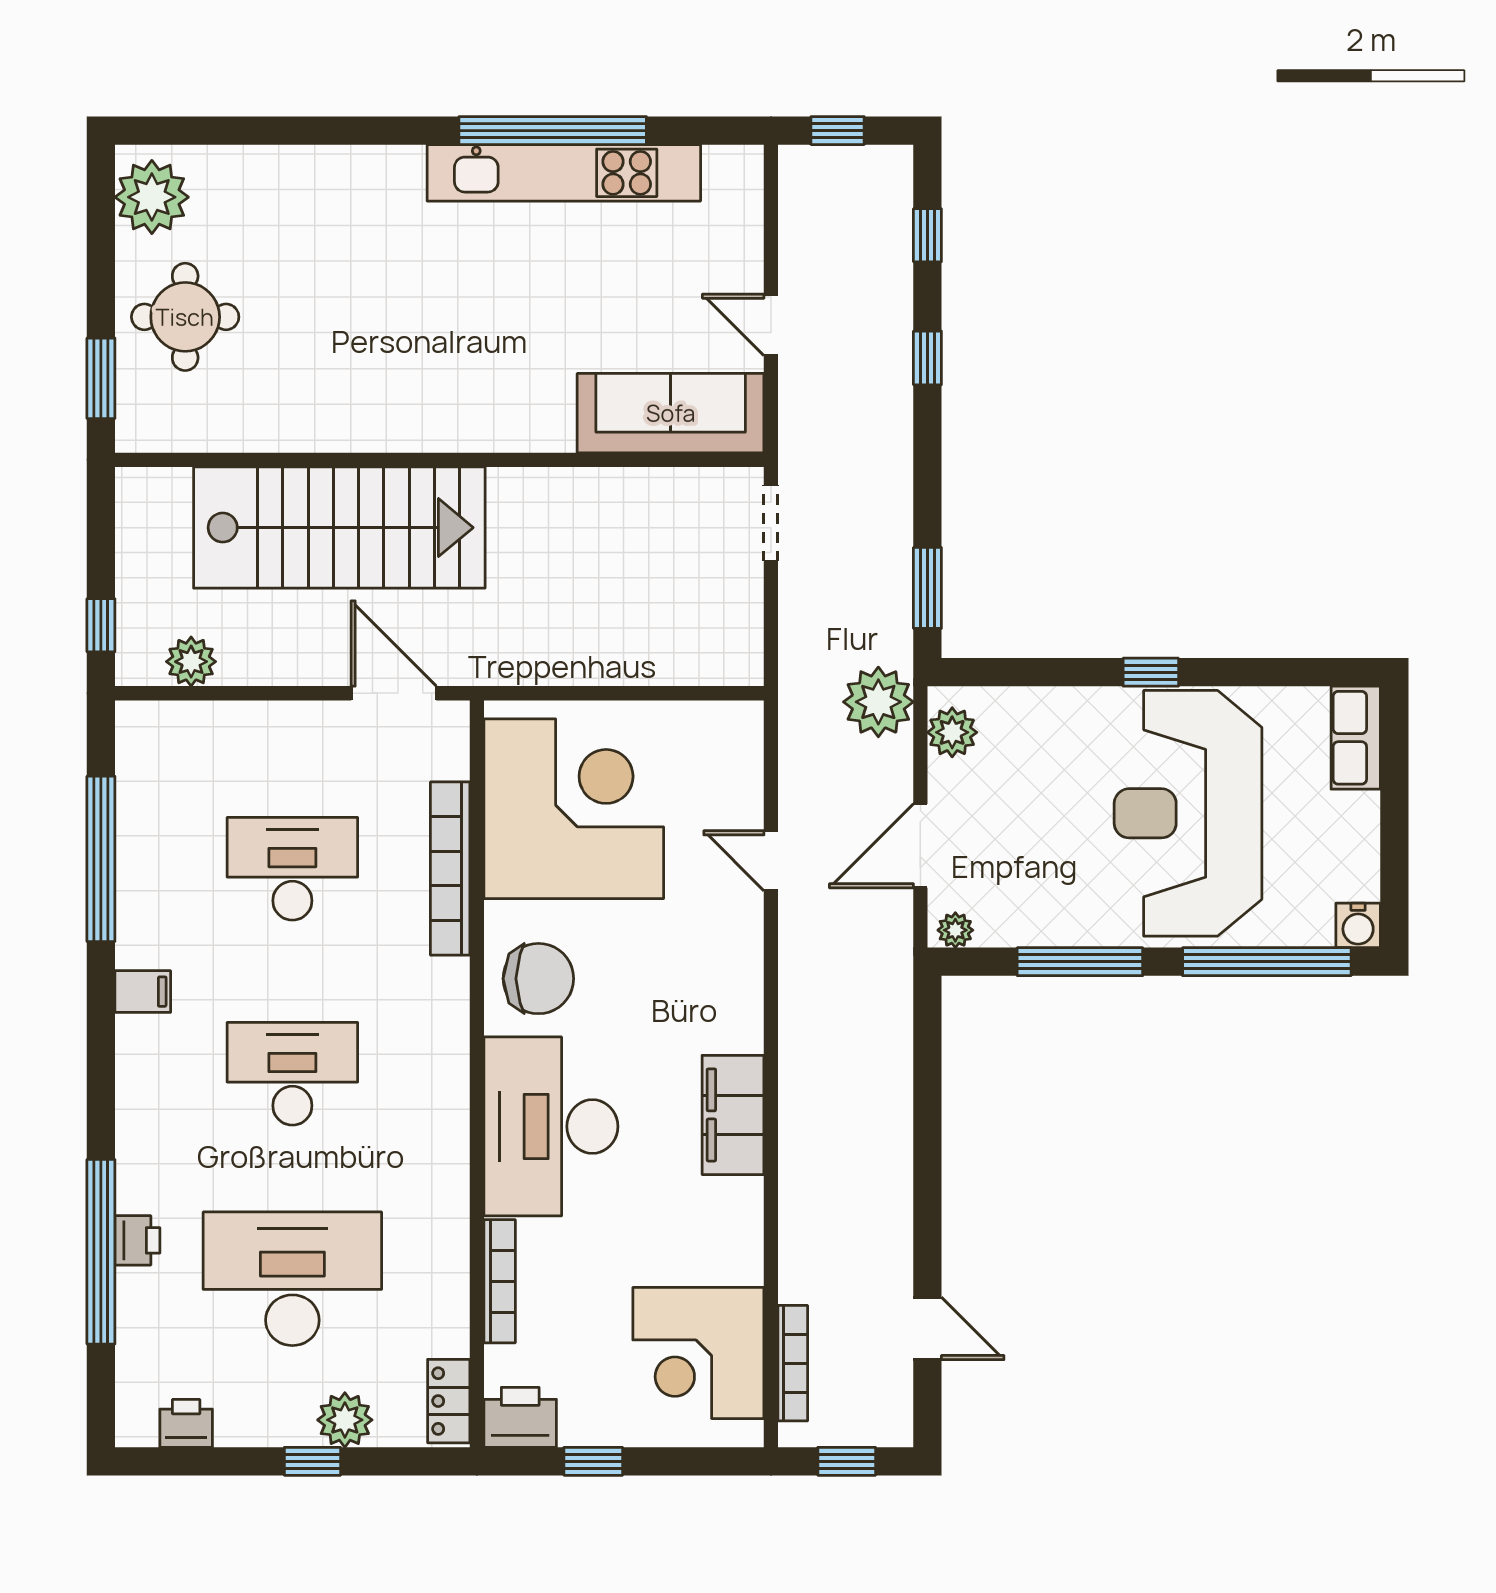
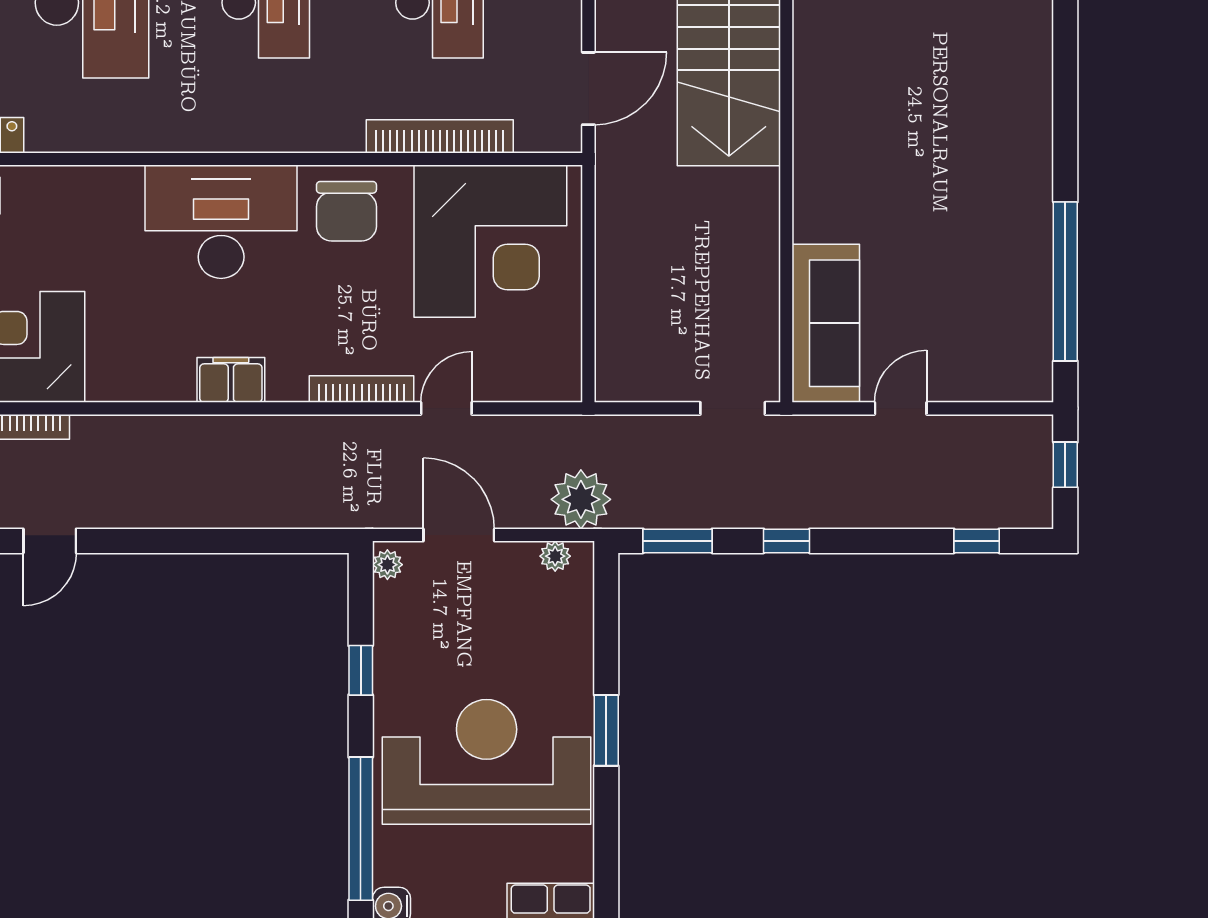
window: (553, 131) -> (1065, 281), moved
kitchen unit: (564, 173) -> (1029, 233), removed
window: (927, 358) -> (787, 541), moved
window: (1151, 672) -> (606, 730), width x1.50
plant: (952, 732) -> (555, 556), width x0.73, depth x0.73
window: (1080, 962) -> (361, 670), width x0.46
filing cabinet: (733, 1115) -> (231, 380), width x0.67, depth x0.86
bookcase: (500, 1281) -> (362, 389), moved, turned 180

